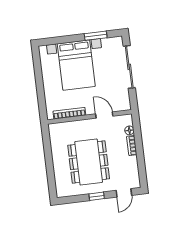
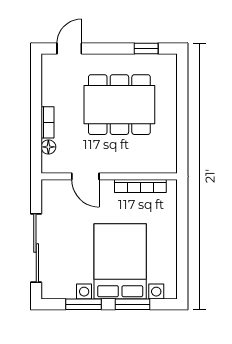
window: (65, 39) -> (132, 304), added
dining table: (89, 162) -> (119, 105), turned 90
window: (97, 196) -> (146, 49), moved

